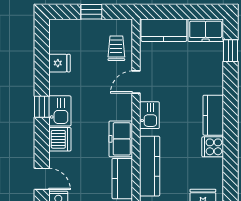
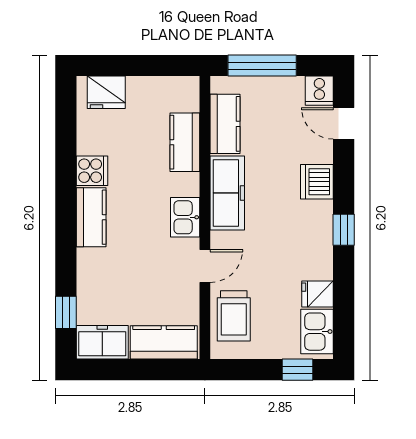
window: (91, 12) -> (297, 370), moved
trolley: (116, 48) -> (234, 316), width x1.36, depth x1.39
kitchen sink: (60, 111) -> (317, 332), moved
freezer: (121, 139) -> (227, 193), width x1.40
kitchen counter: (150, 166) -> (185, 142), width x0.67

